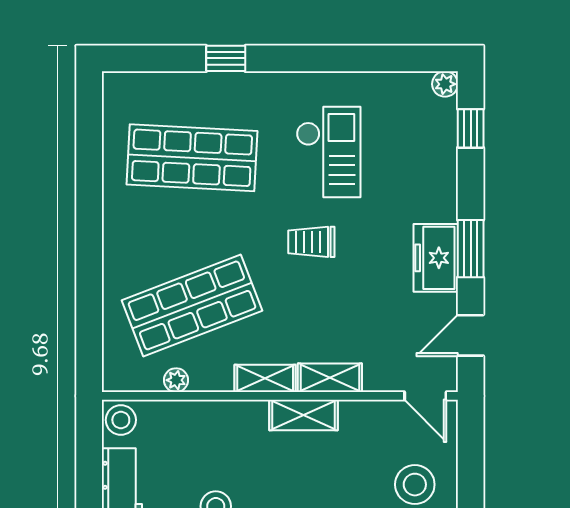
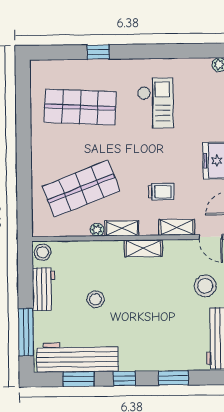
trolley: (311, 242) -> (161, 192), moved, turned 180
shelving: (330, 378) -> (177, 227), moved
plant: (176, 380) -> (97, 230), moved

